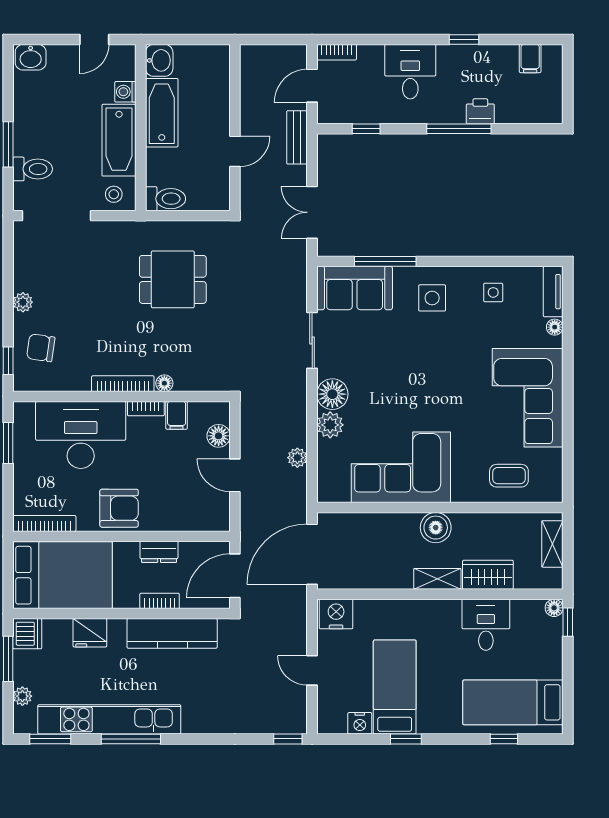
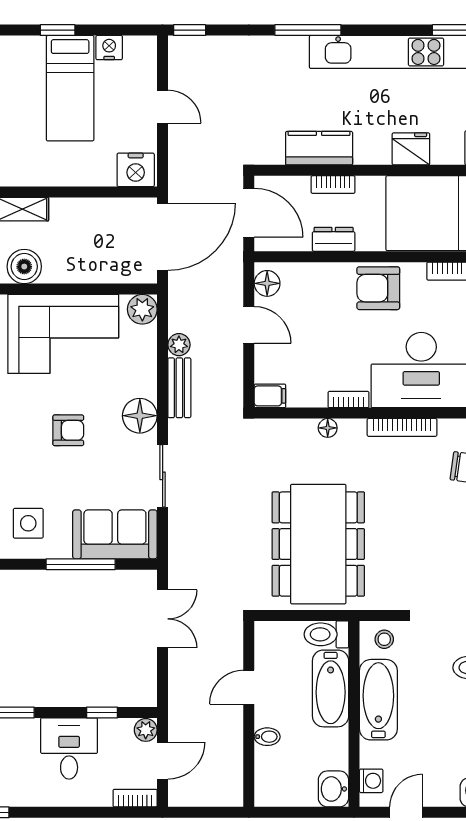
desk: (410, 72) -> (69, 749), moved, turned 180
washing machine: (125, 92) -> (371, 781), moved
bidet: (218, 107) -> (267, 737), added
bathtub: (162, 113) -> (331, 688), moved
plant: (327, 113) -> (146, 730), added
bench: (297, 137) -> (179, 388), moved
dining table: (173, 279) -> (318, 544), width x1.88, depth x1.24
armchair: (396, 381) -> (68, 430), added
bookcase: (123, 384) -> (402, 427), moved
filing cabinet: (177, 415) -> (270, 396), moved, turned 90
plant: (330, 425) -> (142, 309), moved
floor lamp: (219, 436) -> (267, 283), moved
door: (235, 576) -> (249, 213), hinge flipped
kitchen counter: (172, 633) -> (319, 148), width x0.67
window: (131, 739) -> (308, 30), moved

